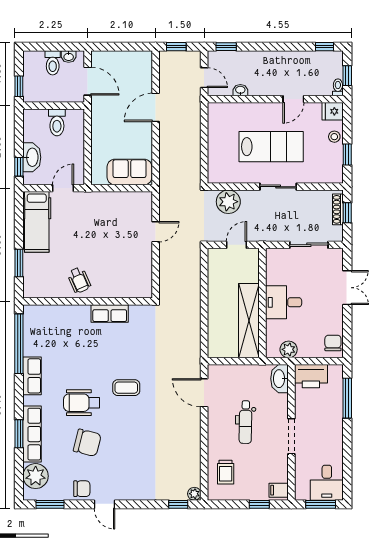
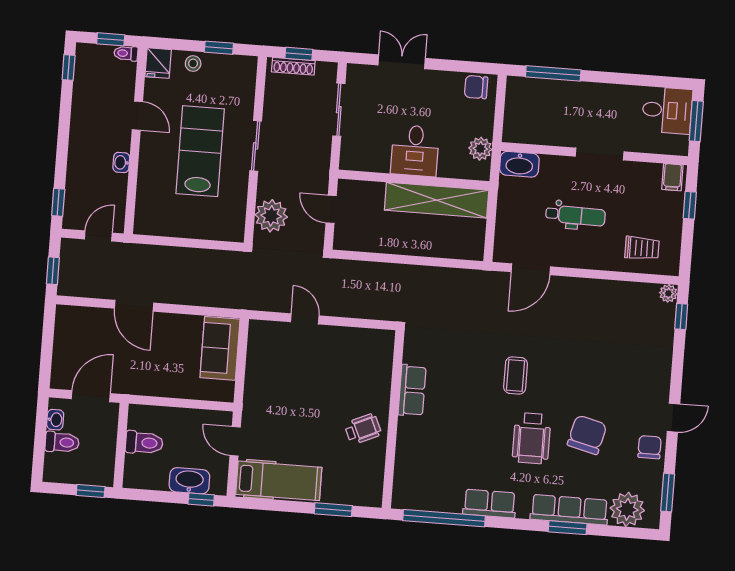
washbasin: (240, 90) -> (121, 162), moved
printer: (311, 376) -> (519, 121), removed

